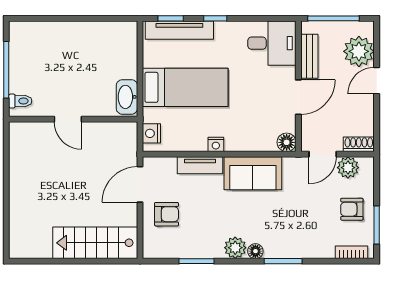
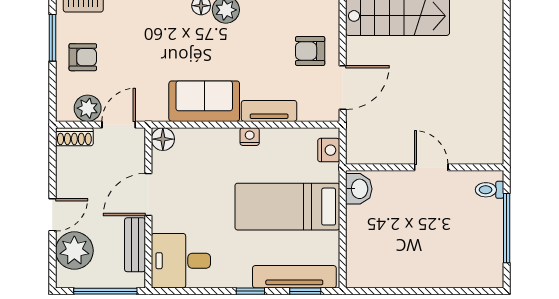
washbasin: (127, 97) -> (359, 189), width x0.72

